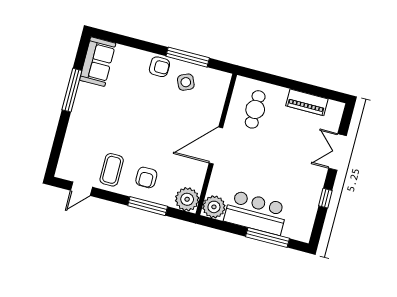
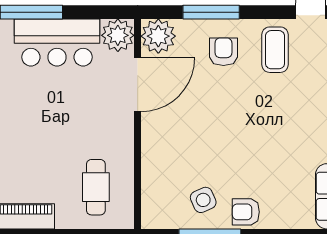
door: (216, 146) -> (138, 85), moved

